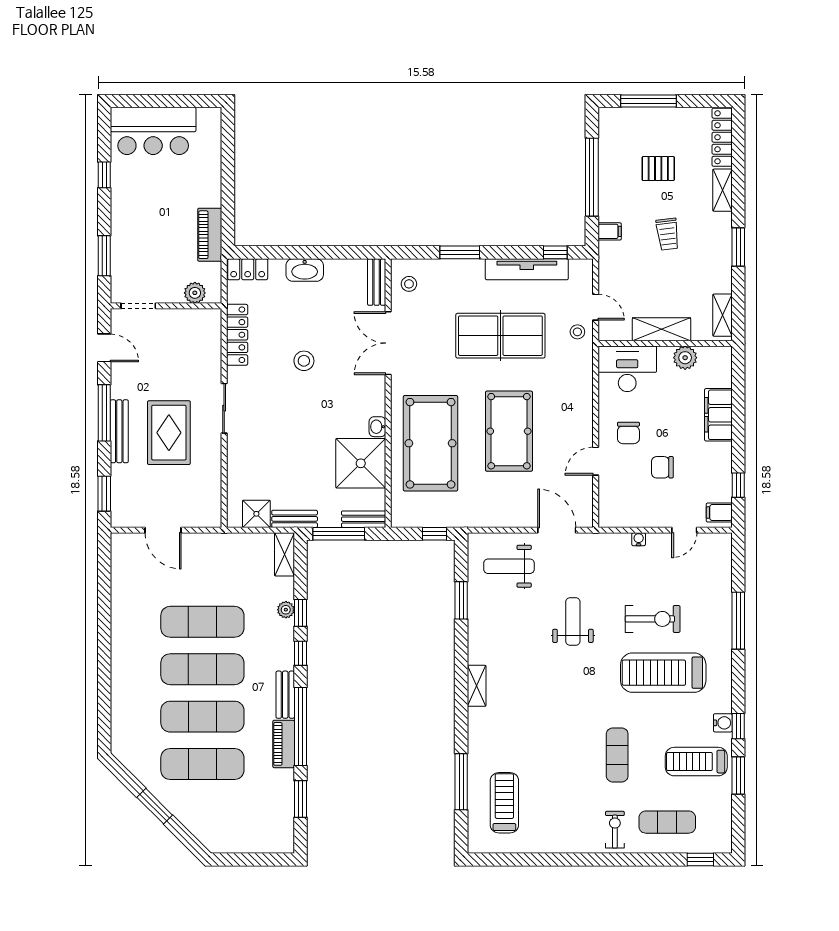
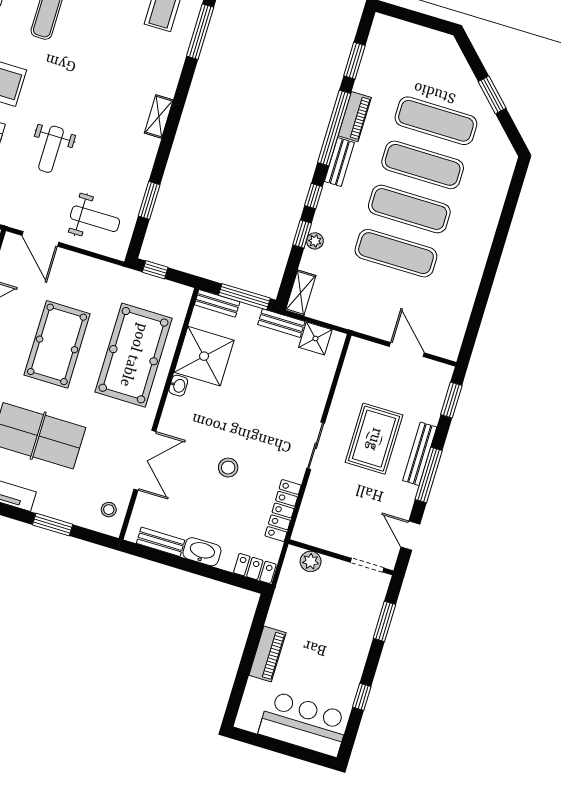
piano: (210, 235) -> (267, 654), moved
bench: (377, 282) -> (161, 542), moved, turned 90

